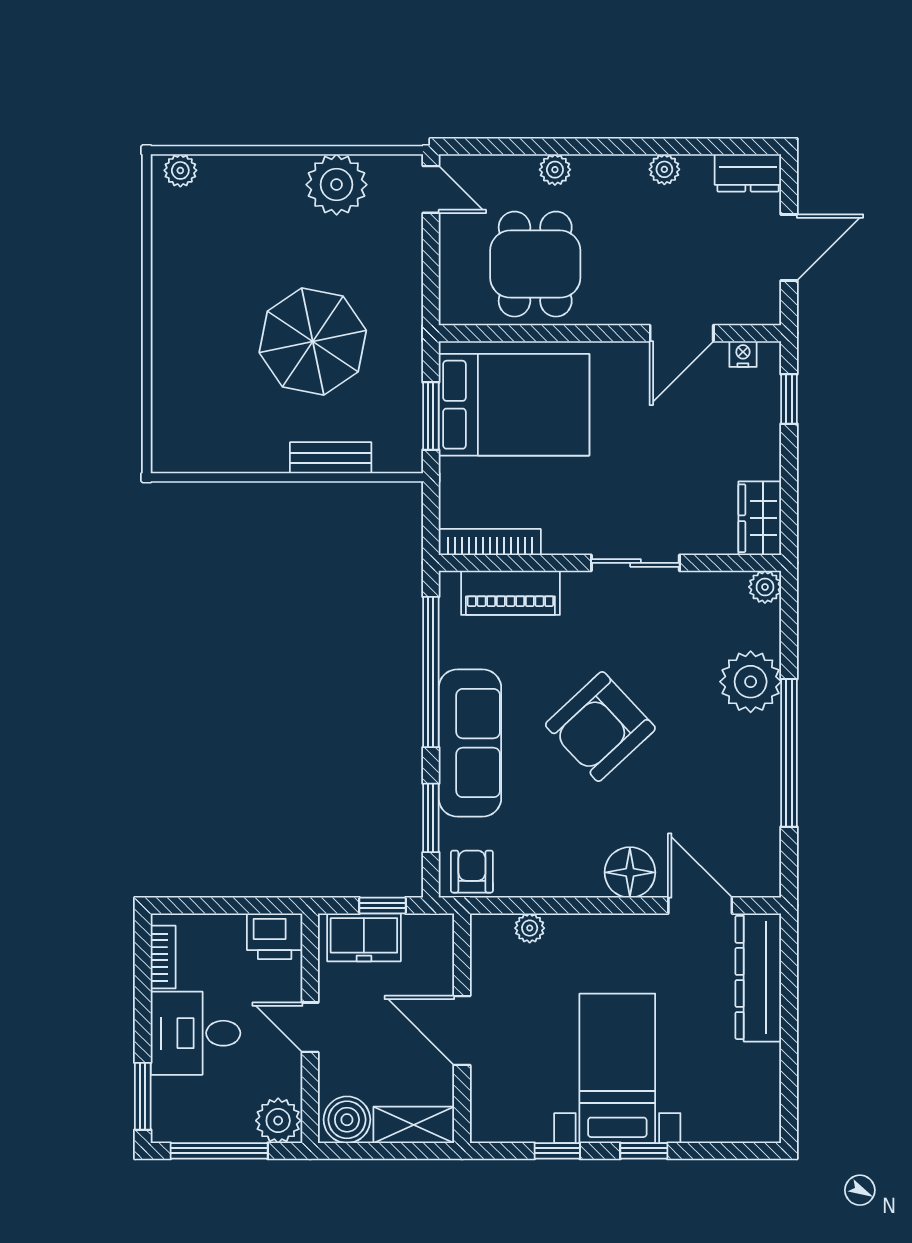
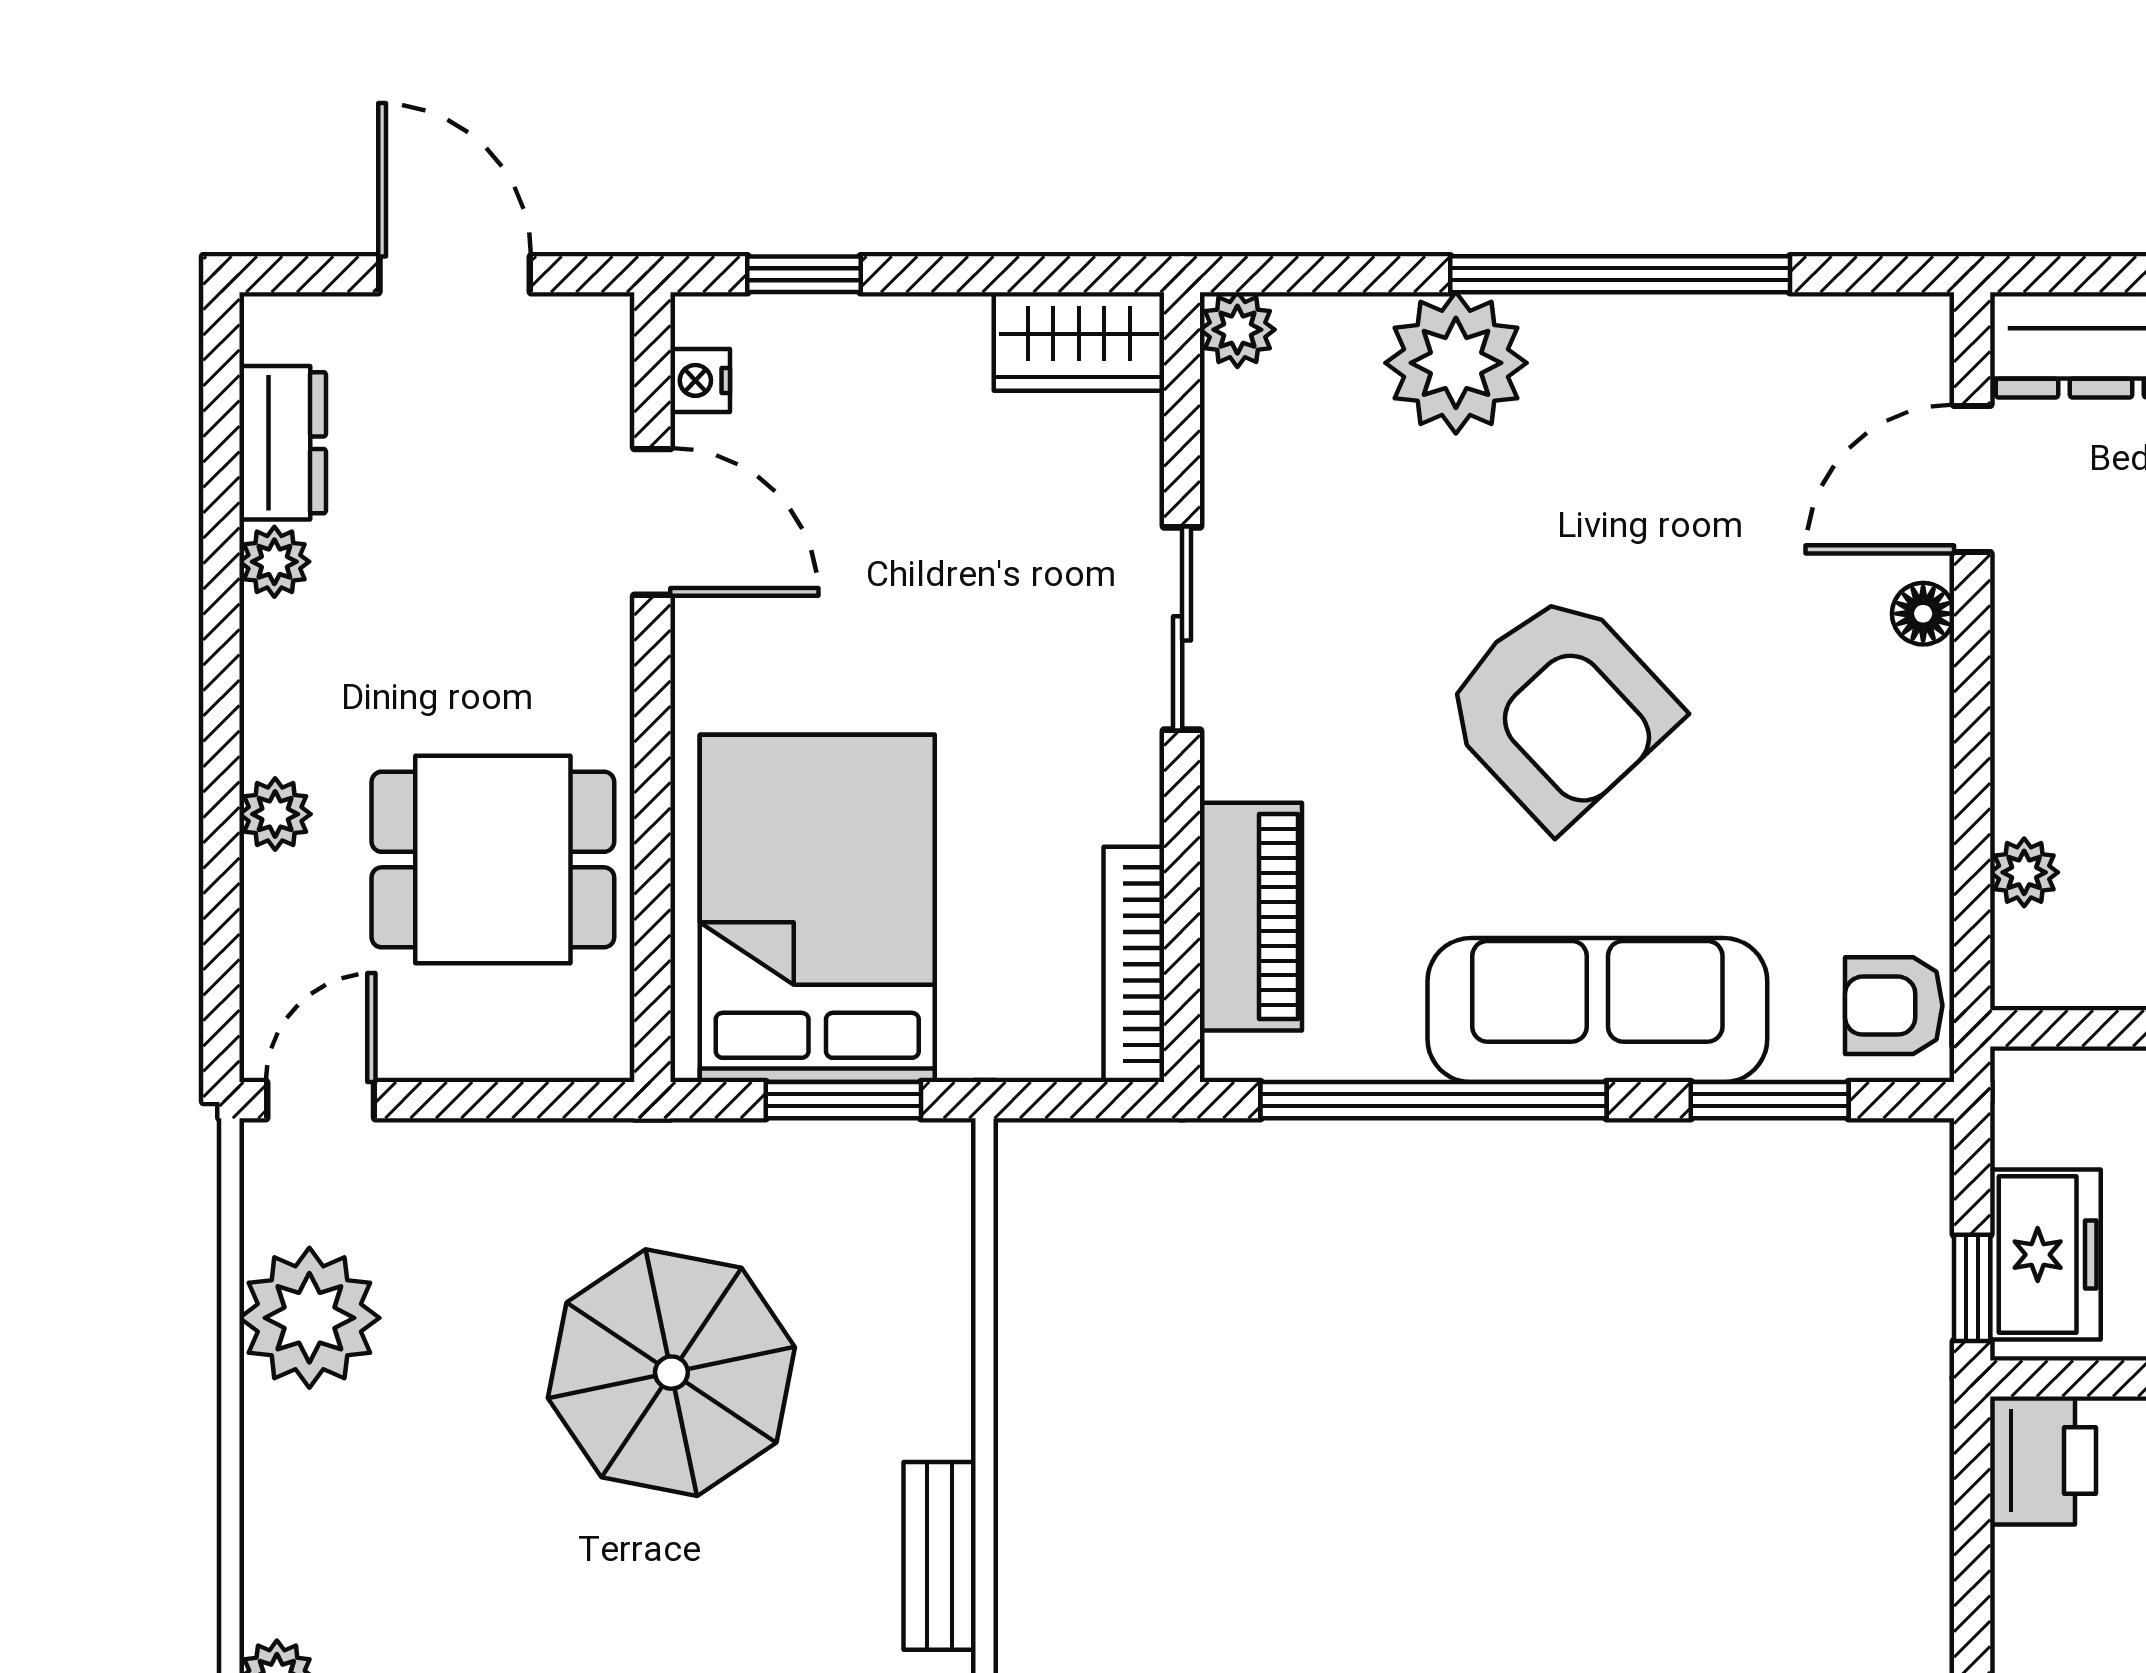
dresser: (748, 173) -> (283, 443), moved
bench: (331, 458) -> (940, 1556), moved
floor lamp: (630, 872) -> (1923, 614), width x0.53, depth x0.53
window: (383, 906) -> (1972, 1288), moved

